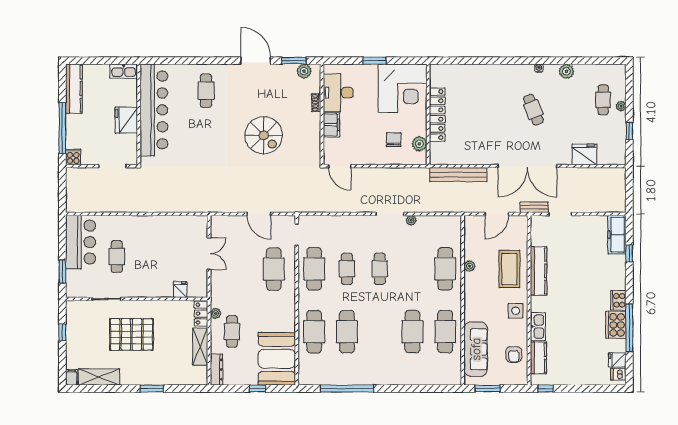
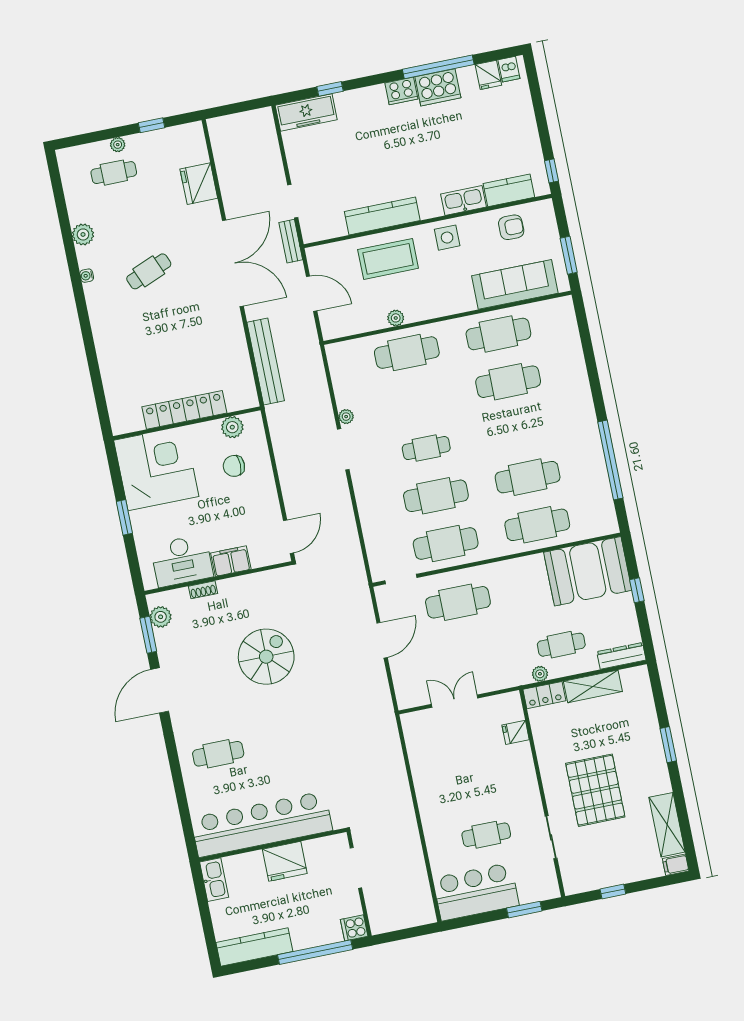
cafe table: (347, 269) -> (436, 496), width x1.37, depth x1.35

